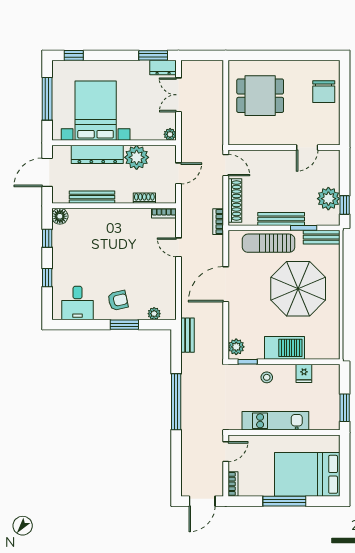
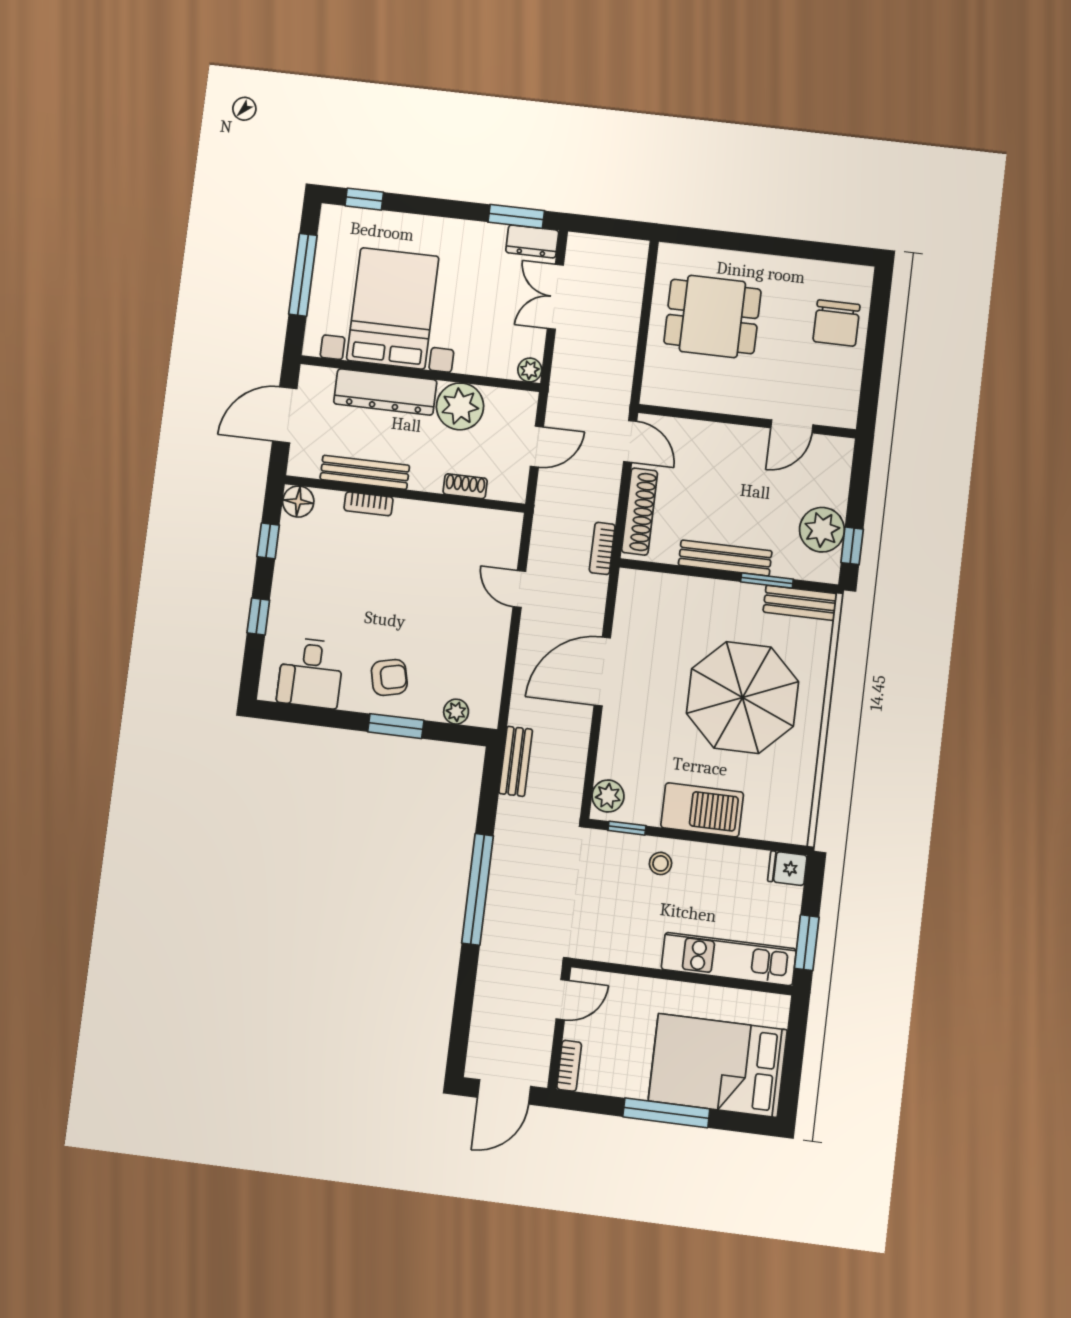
bookcase: (164, 213) -> (369, 504), moved
sun lounger: (269, 243) -> (695, 602), removed
fridge: (304, 373) -> (787, 868), moved, turned 90
kitchen unit: (275, 421) -> (729, 959), moved

